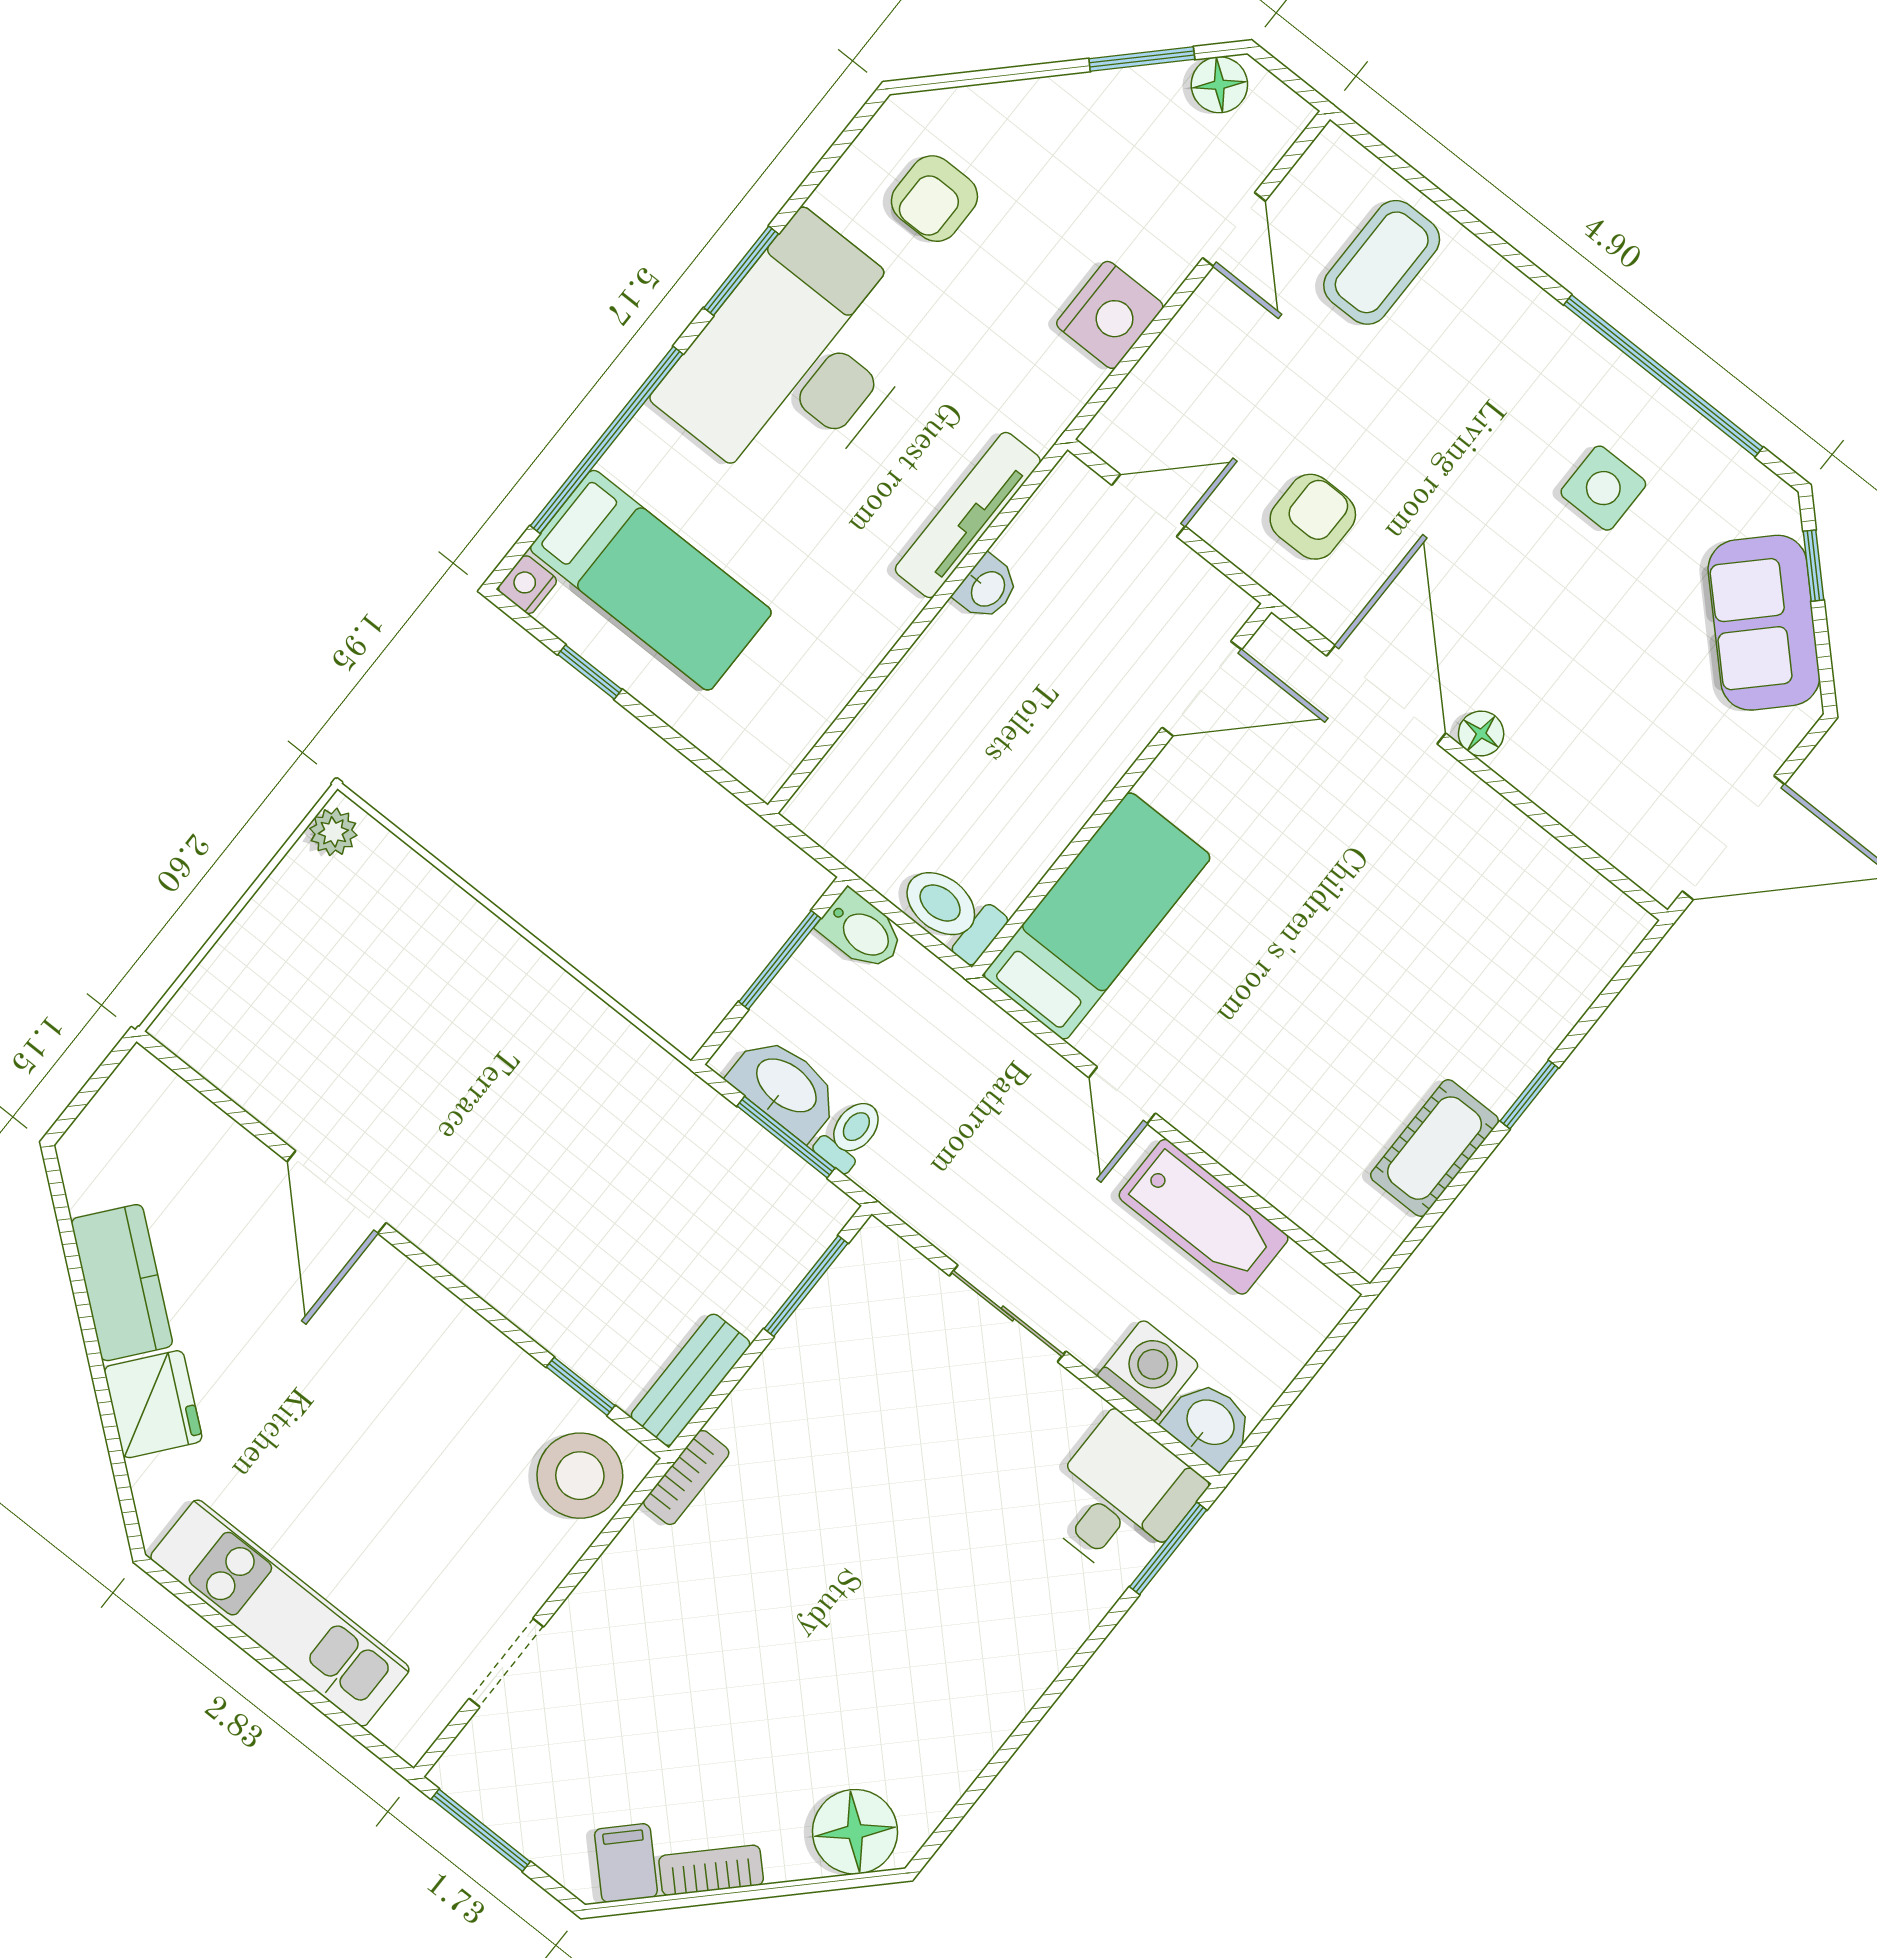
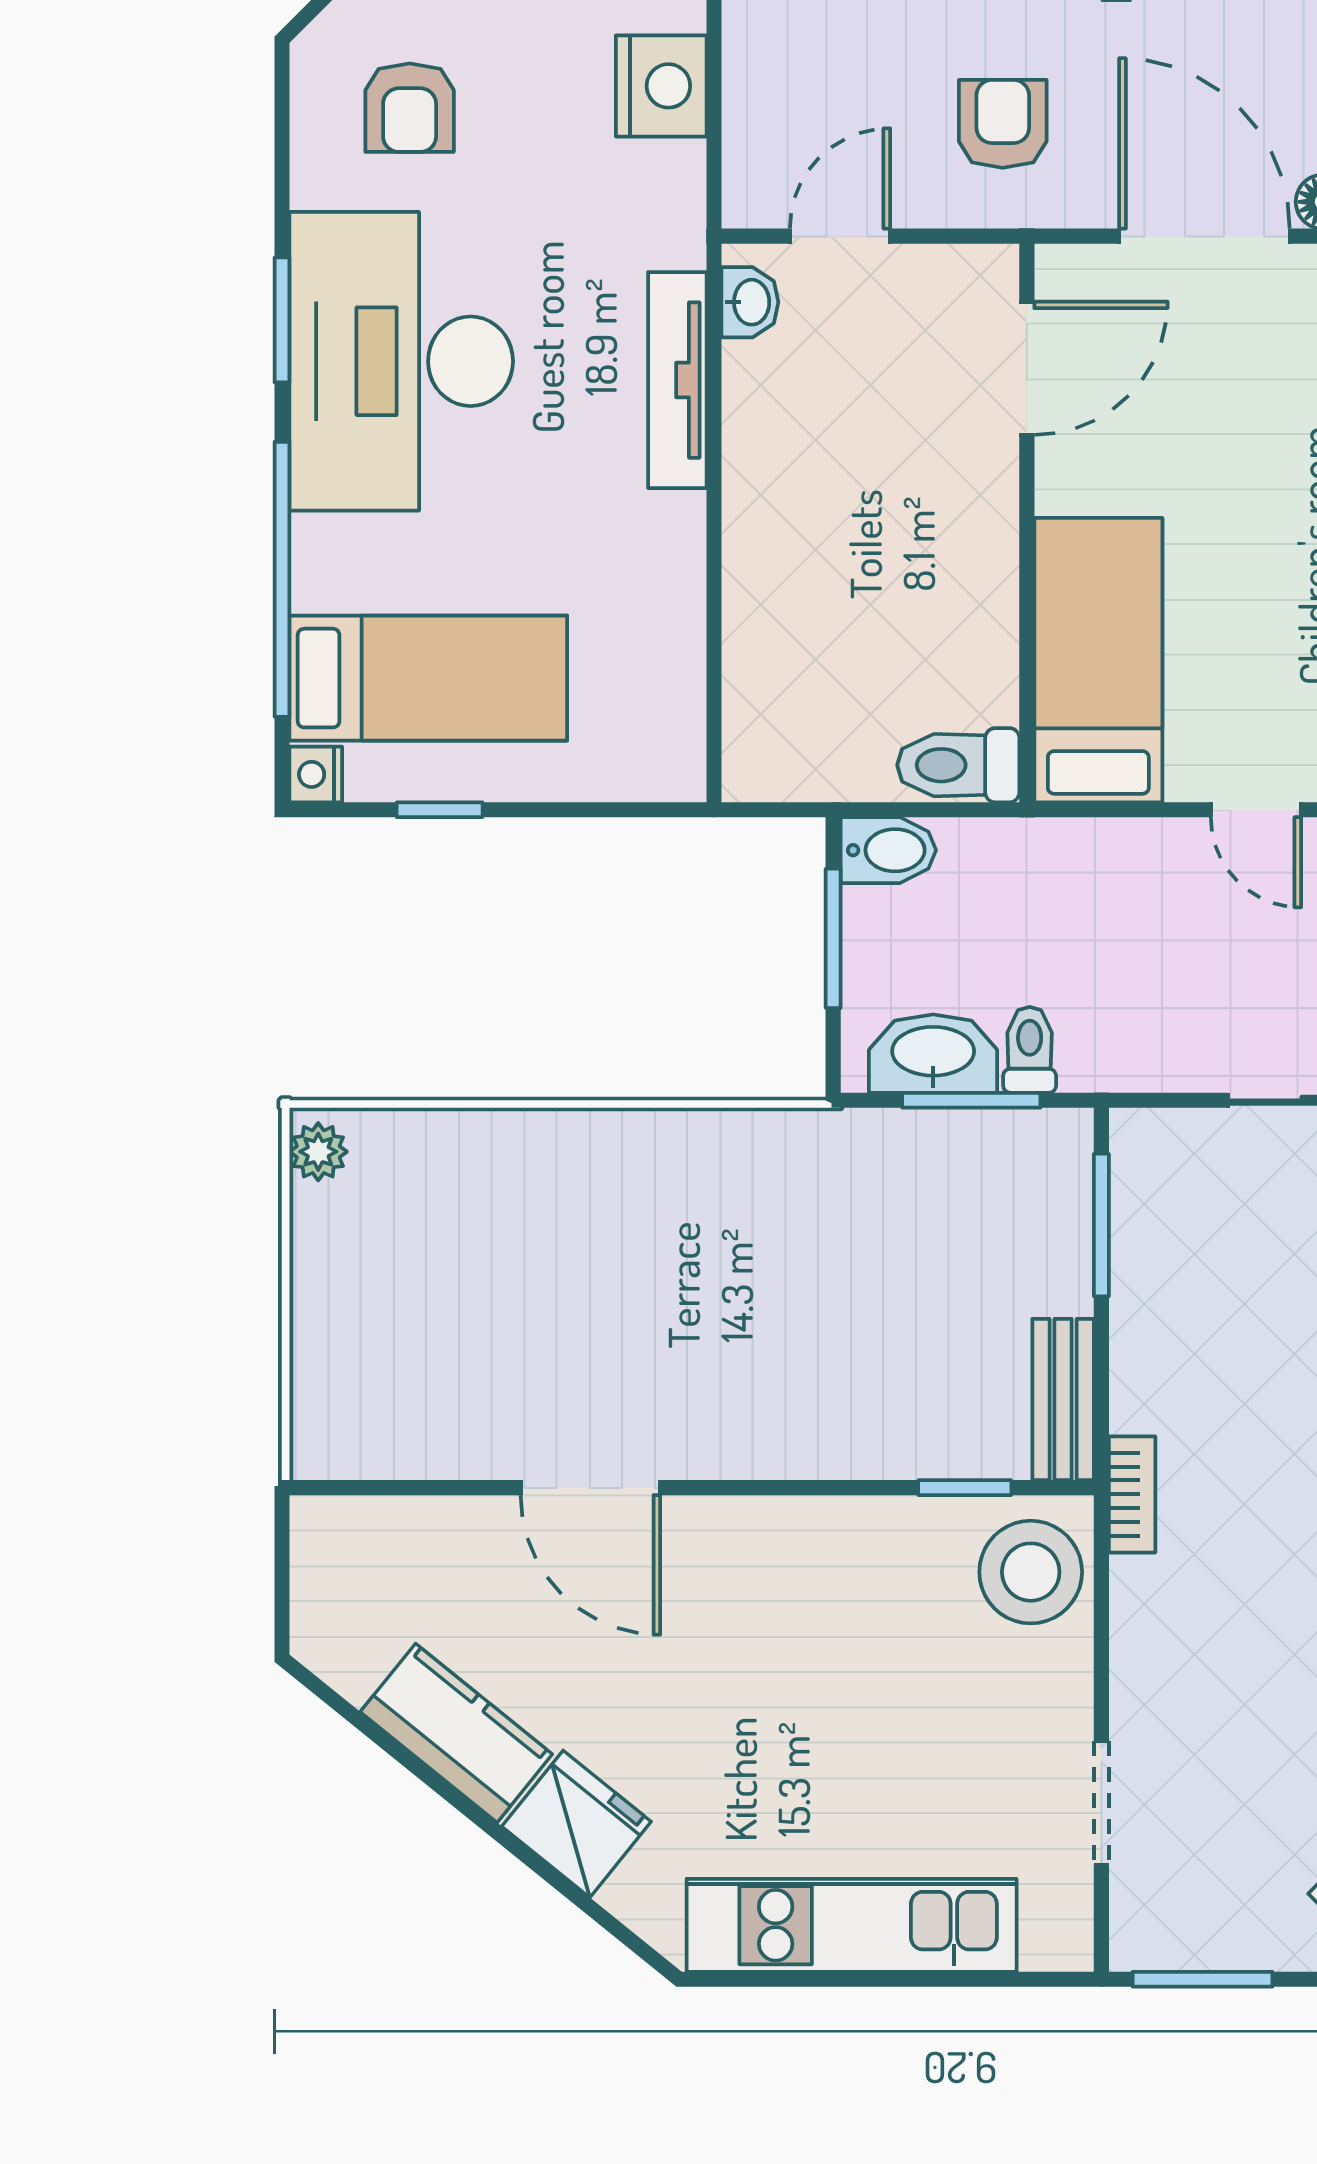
washbasin: (987, 588) -> (750, 302), moved

